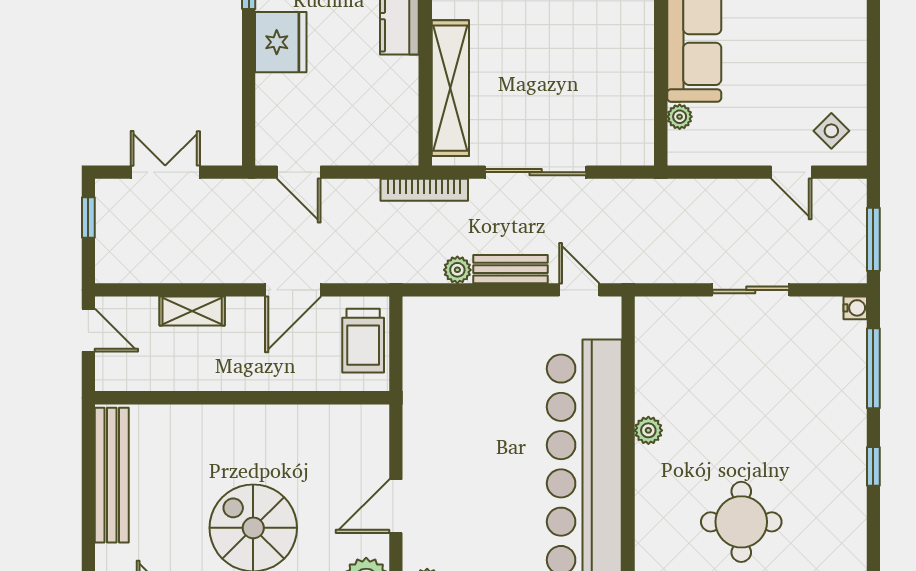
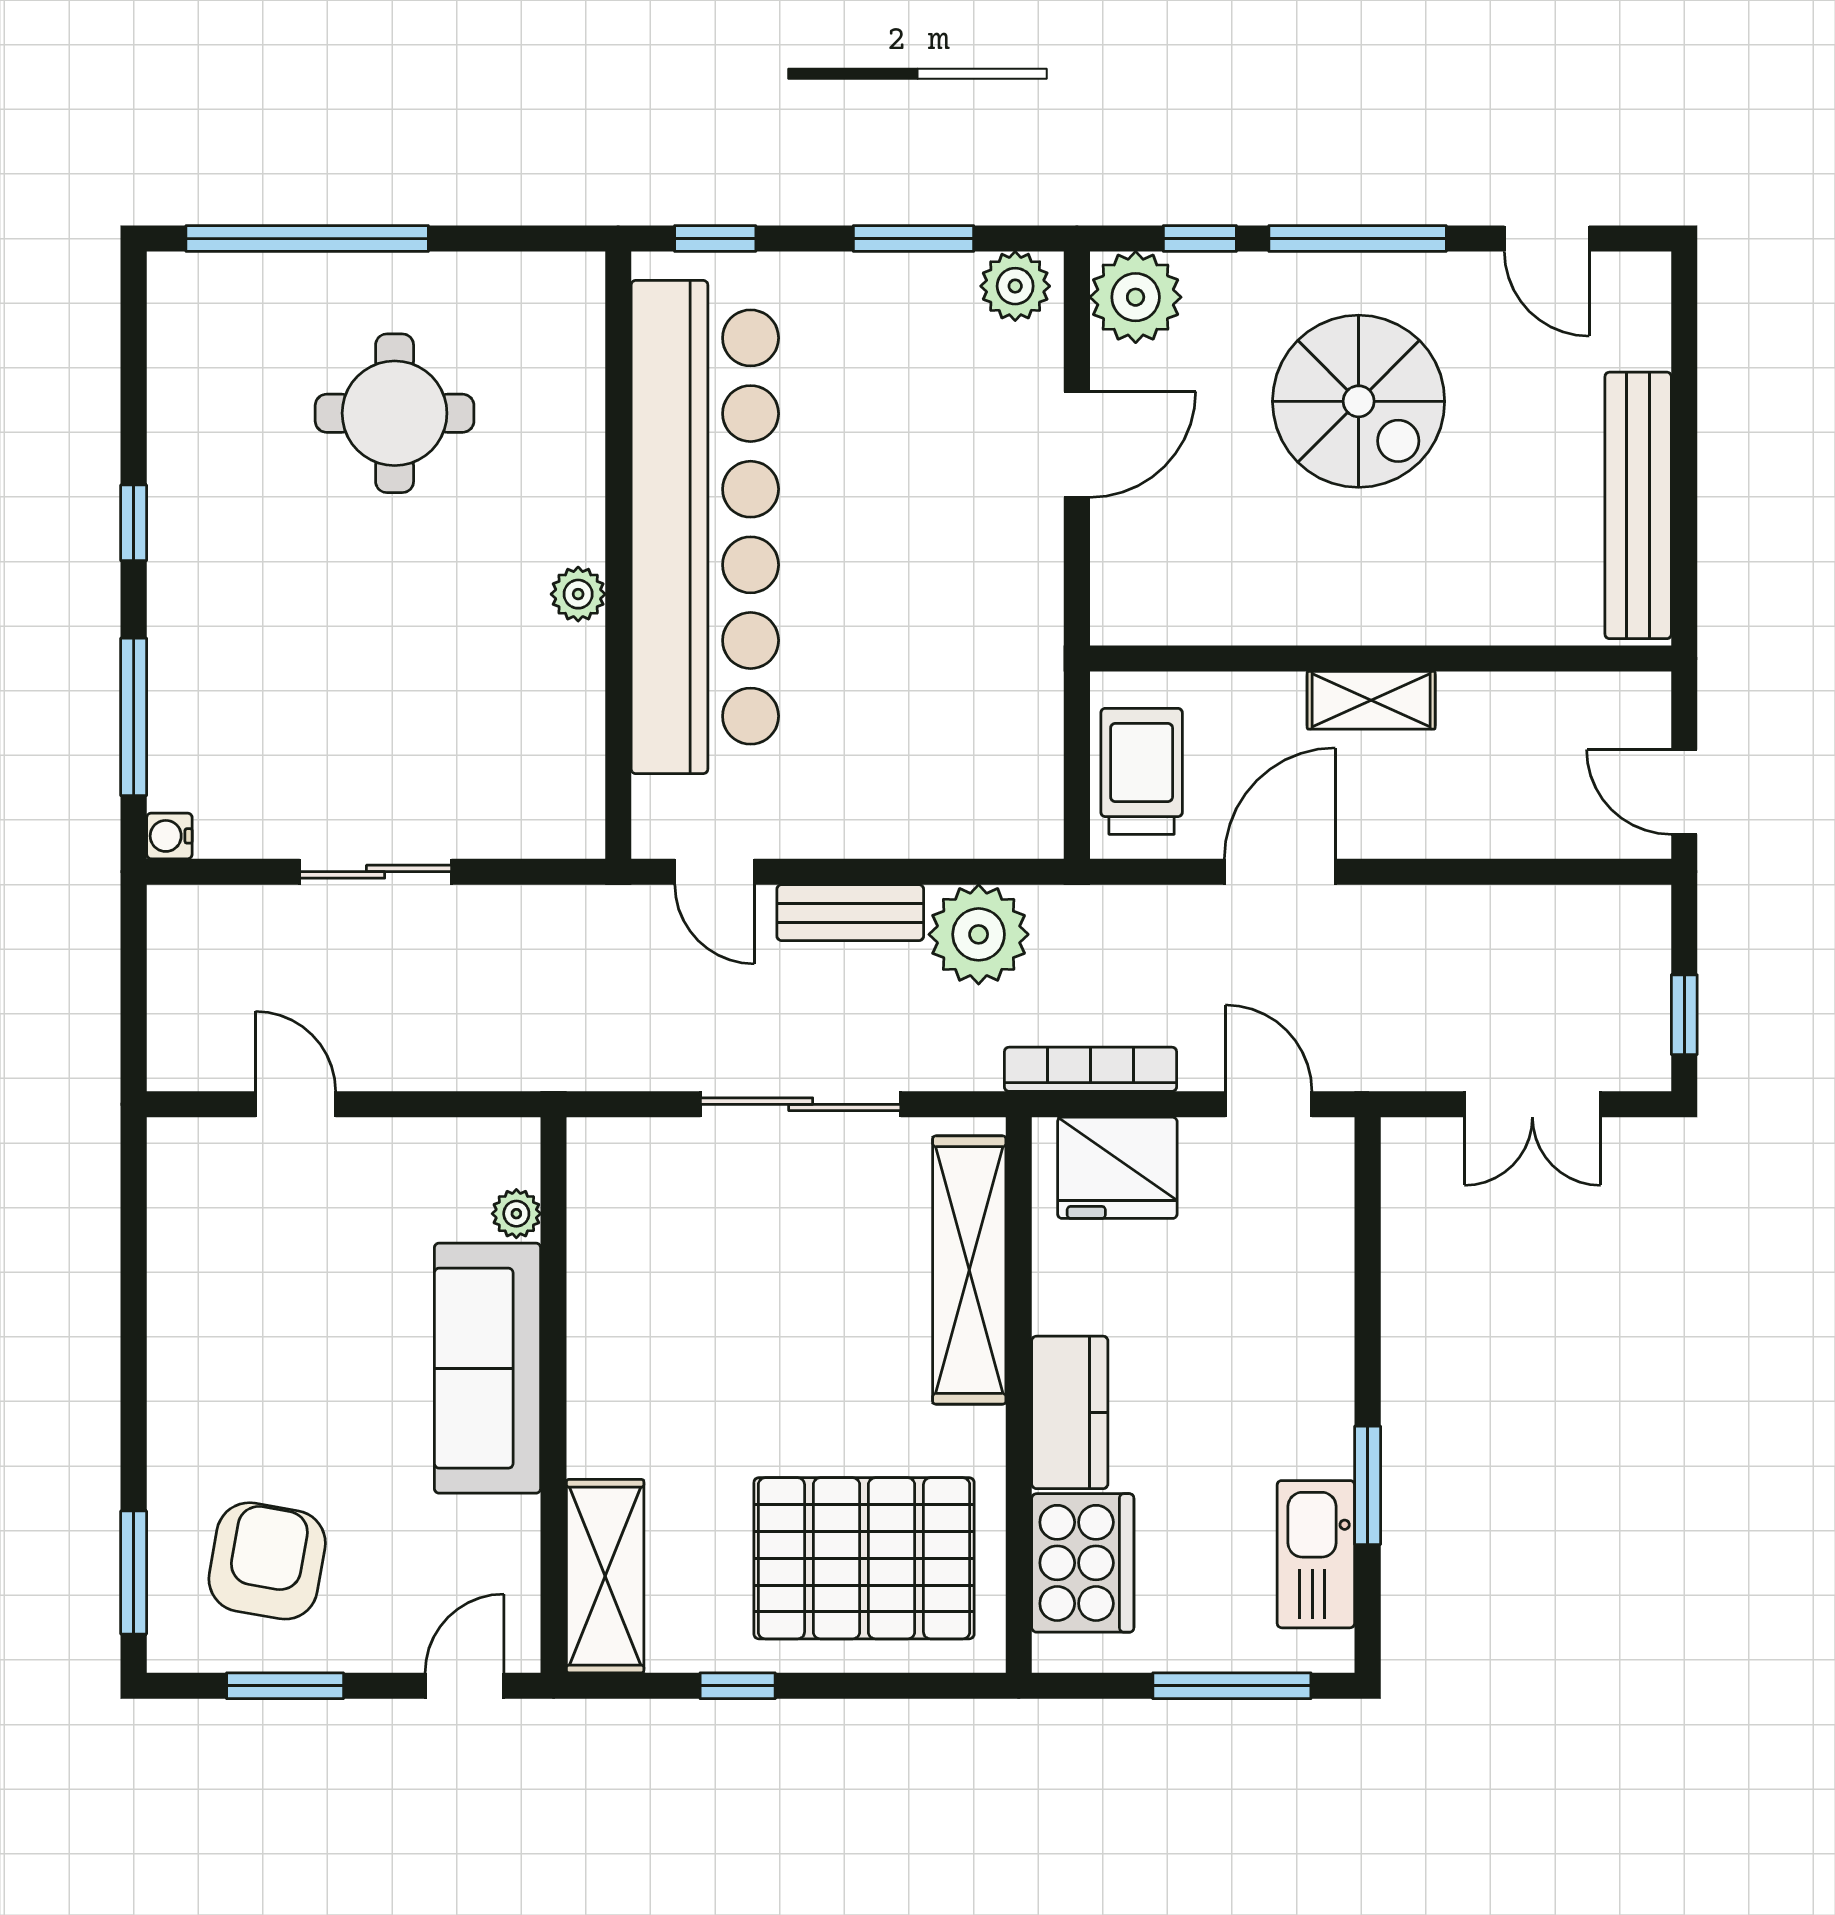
fridge: (281, 42) -> (1117, 1168), moved, turned -90
side table: (831, 131) -> (217, 1186), removed
bookcase: (424, 190) -> (1090, 1069), moved
window: (873, 239) -> (134, 971), removed
plant: (457, 270) -> (979, 934), width x1.87, depth x1.87
shelving: (192, 311) -> (1371, 700), moved

